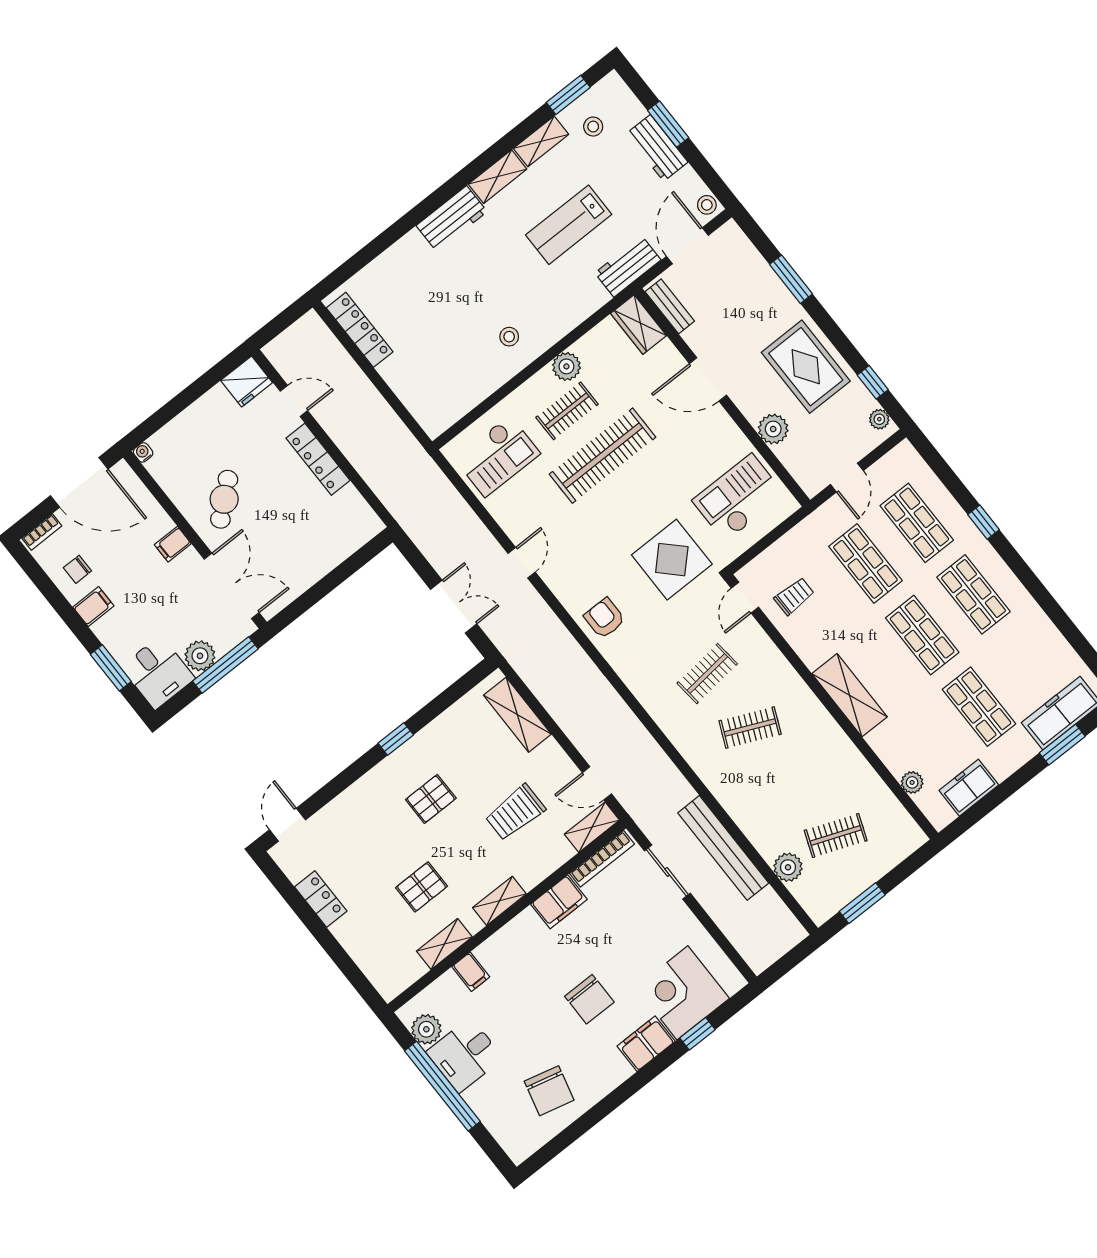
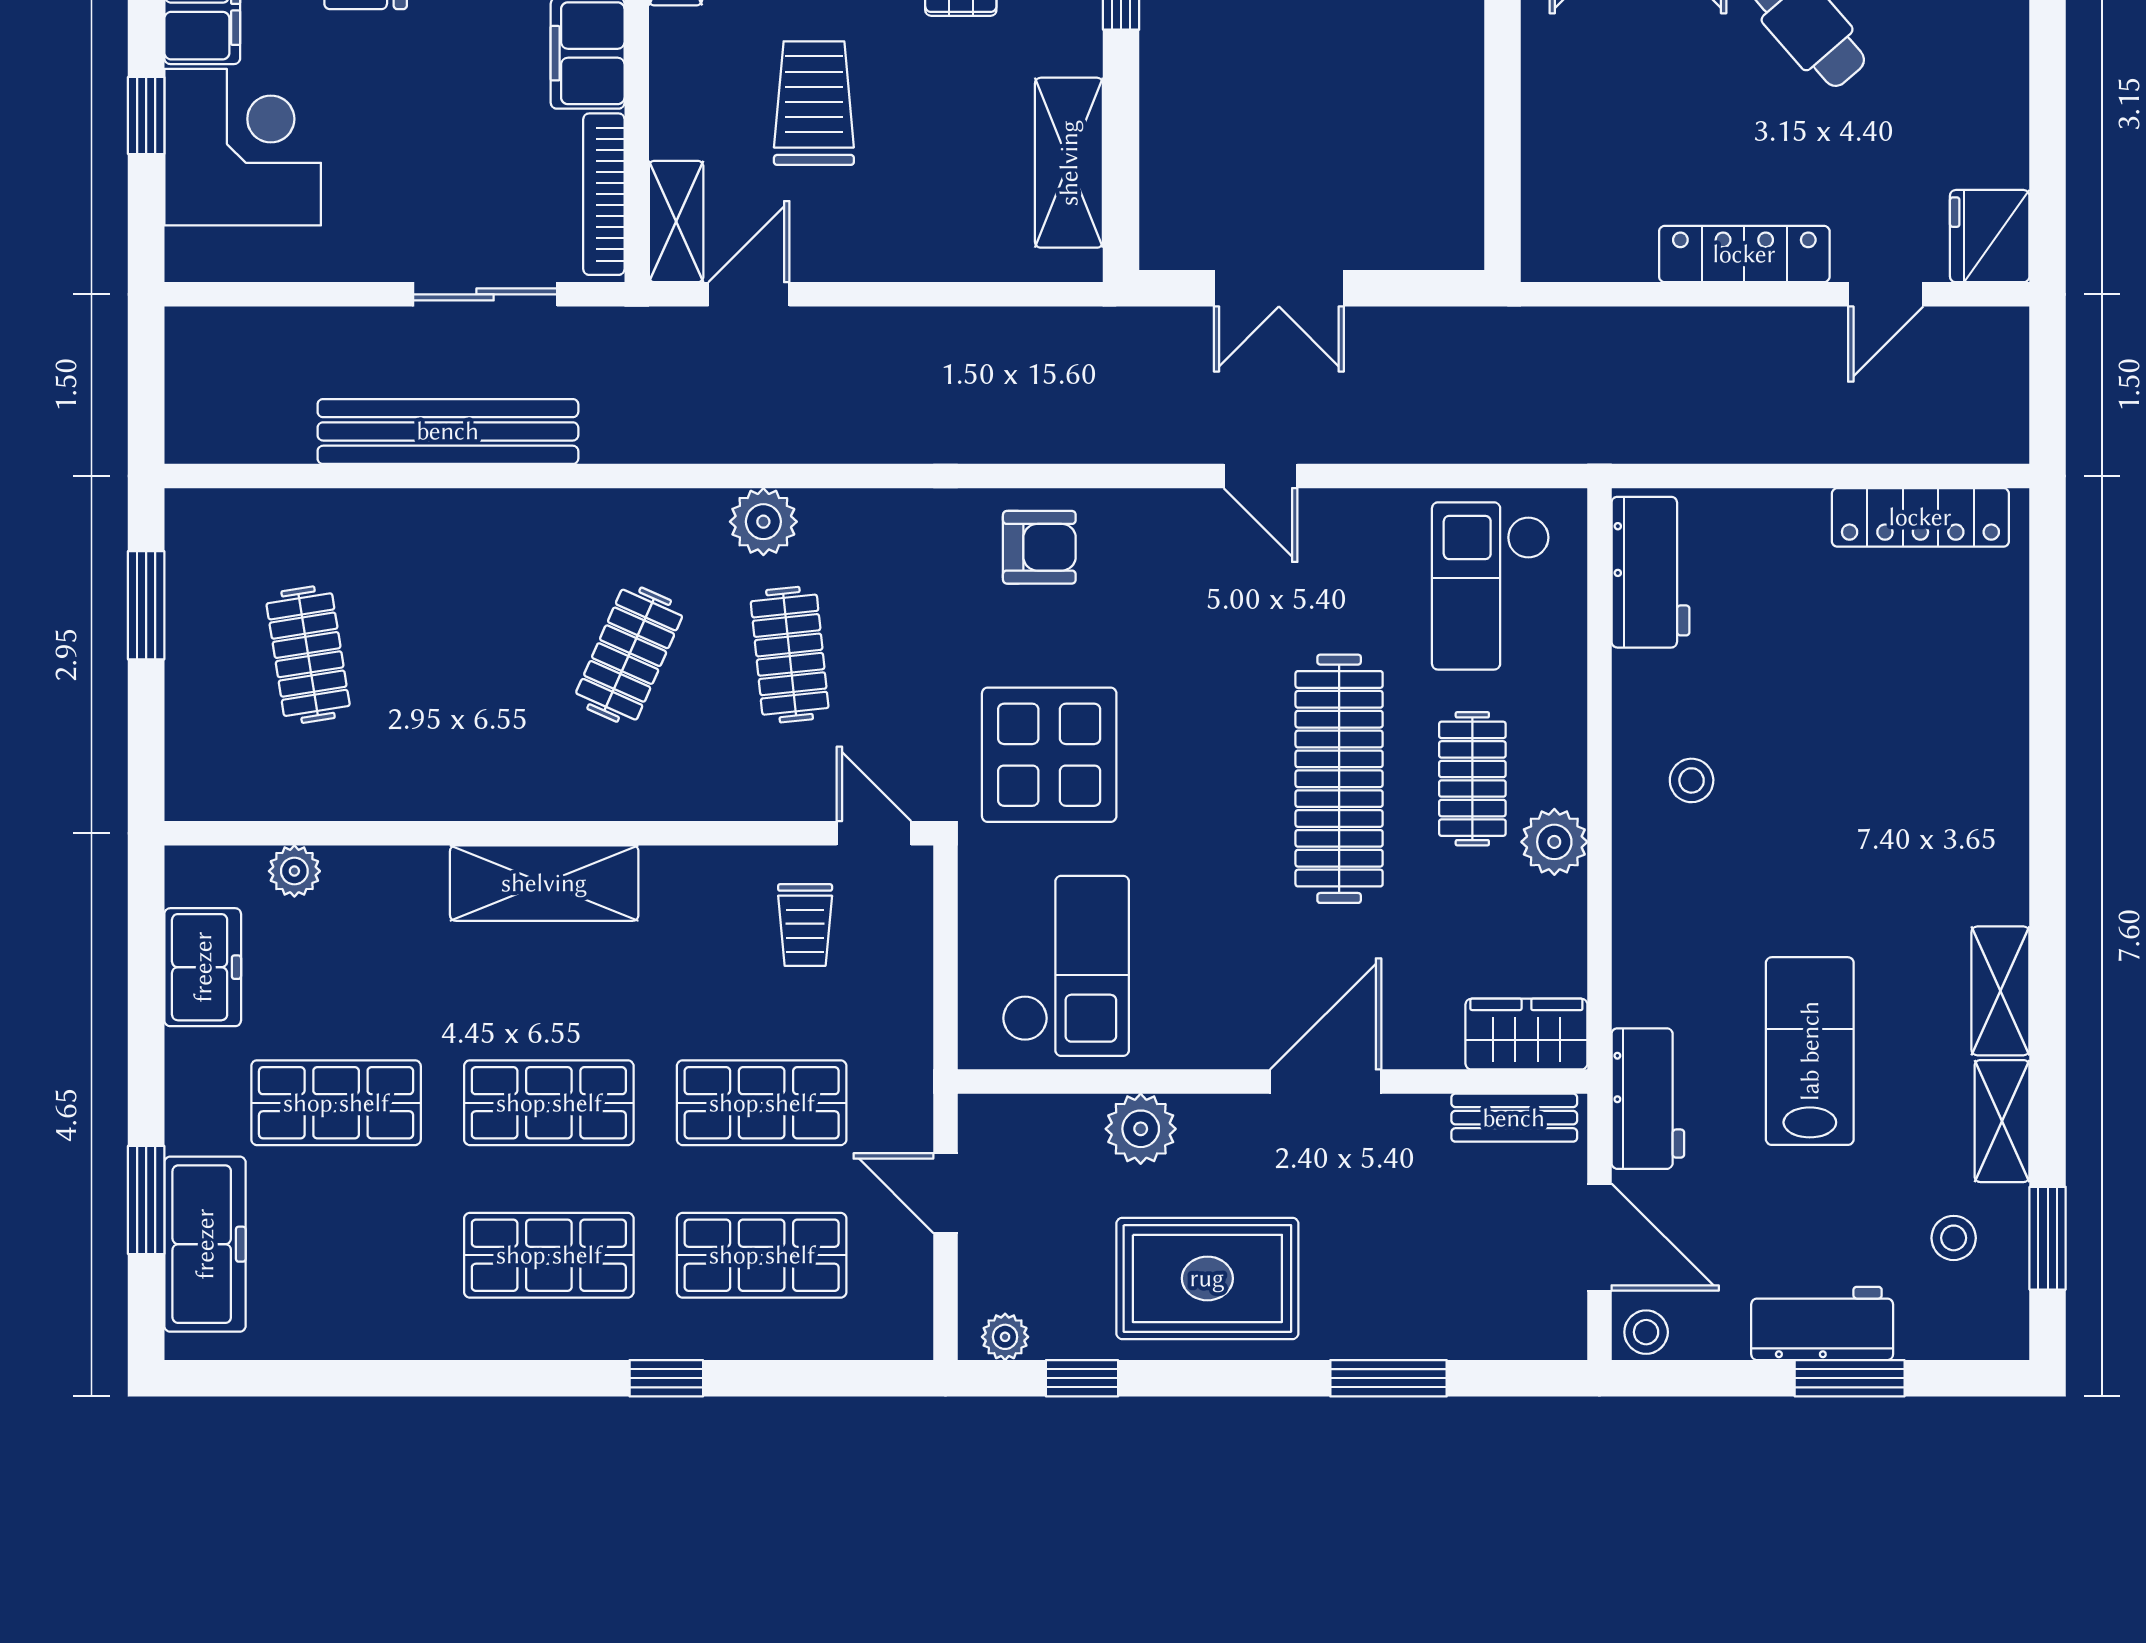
workbench: (452, 219) -> (1651, 572), moved, turned 180
shelving: (517, 715) -> (1069, 163), moved, turned 90
clothes rail: (836, 835) -> (308, 655), turned -30
plant: (788, 867) -> (763, 522), moved

